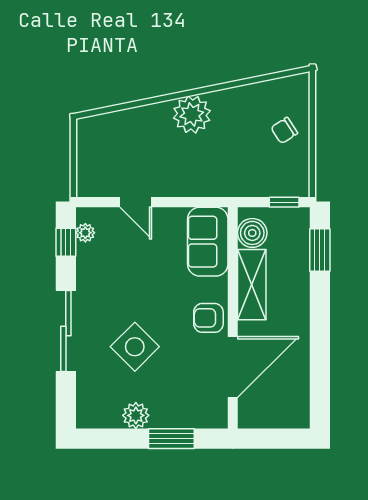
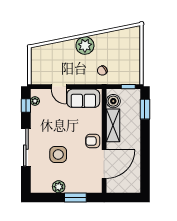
chair: (284, 130) -> (102, 71), moved
sofa: (208, 242) -> (83, 98), moved, turned -90
side table: (135, 347) -> (58, 154), turned 45

